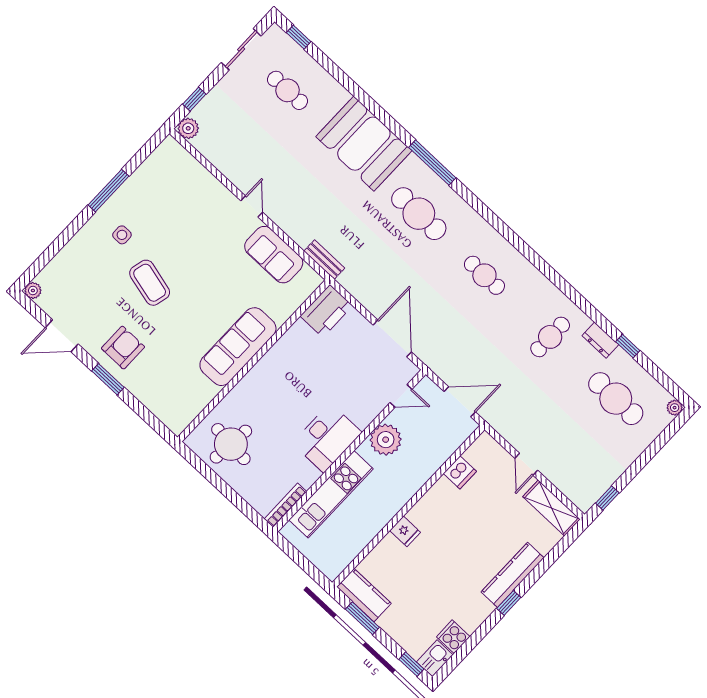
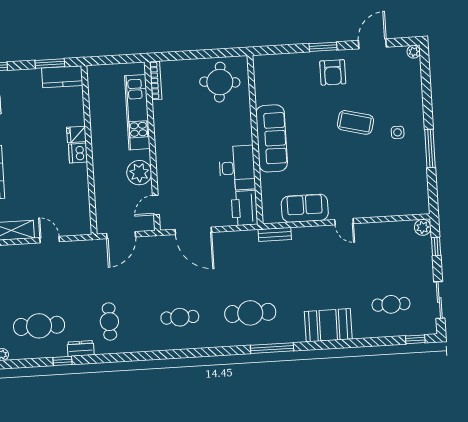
booth: (364, 144) -> (328, 325), width x0.73, depth x0.70
desk: (327, 438) -> (237, 168), moved, turned 180
dishwasher: (460, 472) -> (78, 153), moved

